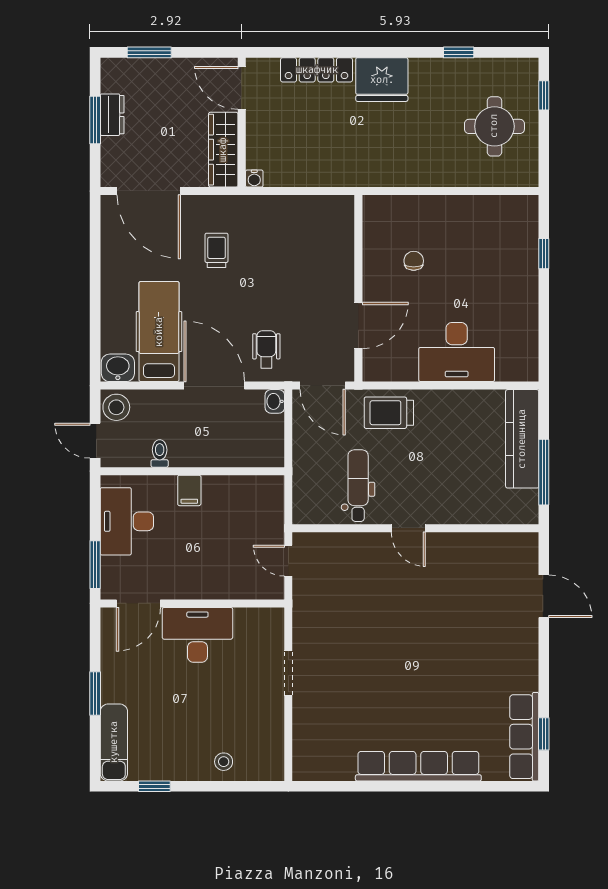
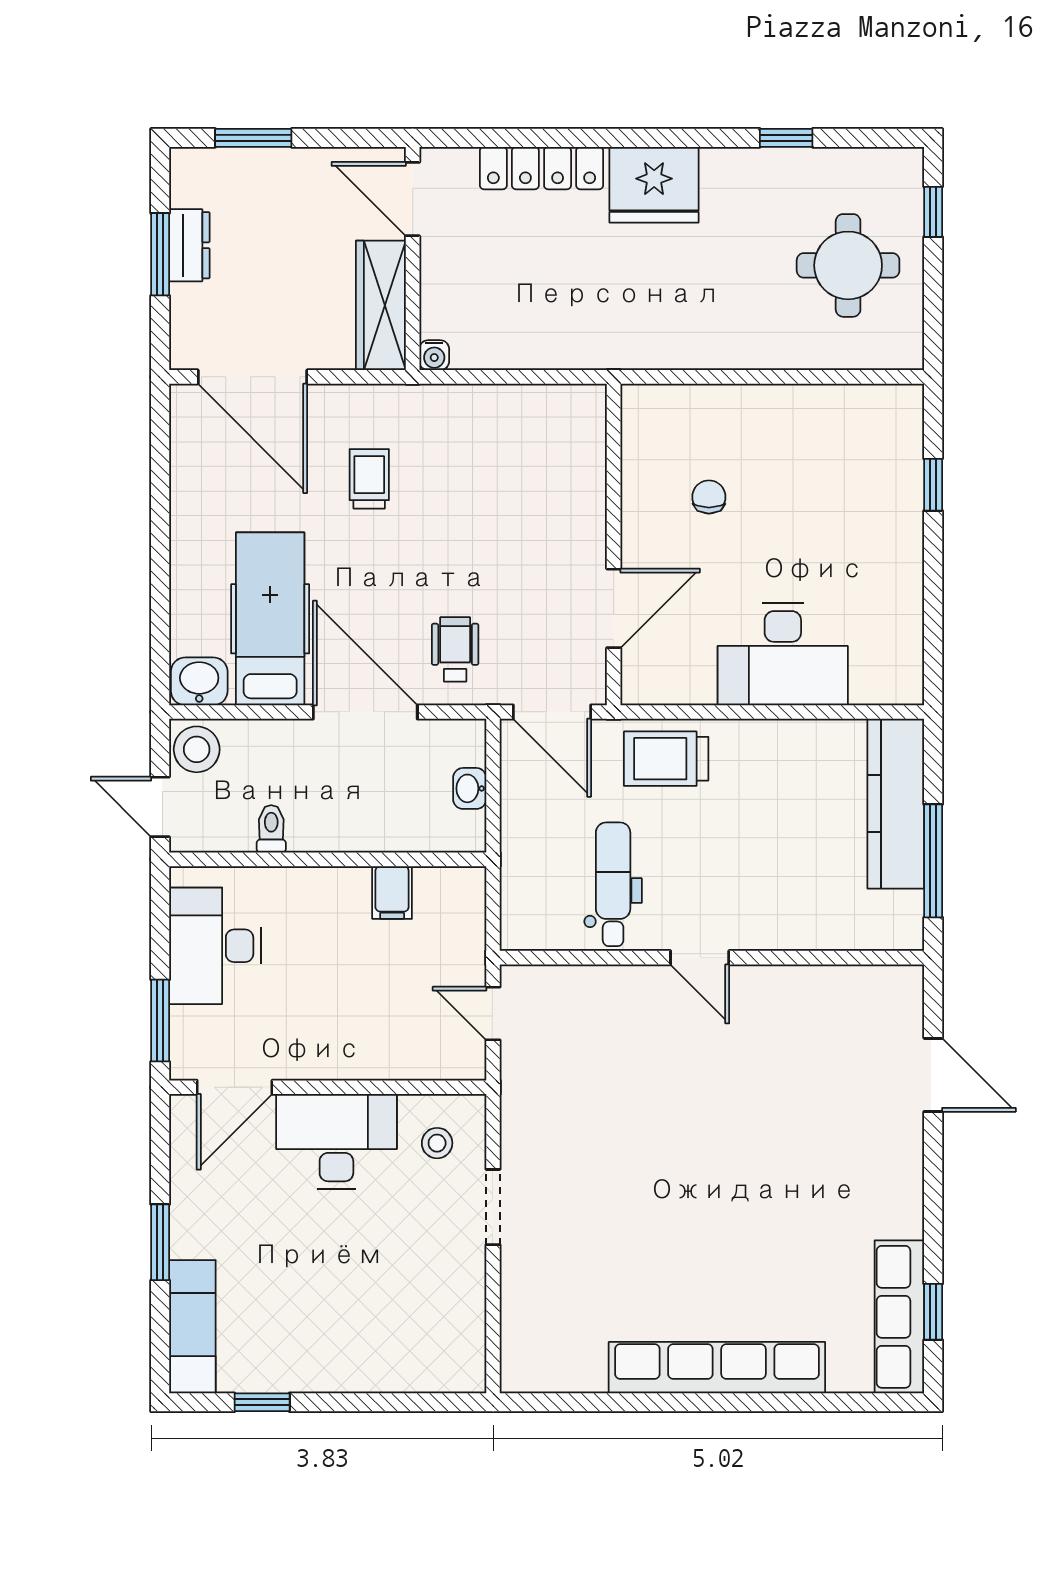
washbasin: (275, 401) -> (470, 788), moved
filing cabinet: (189, 490) -> (392, 893), moved
stool: (224, 762) -> (437, 1143), moved

